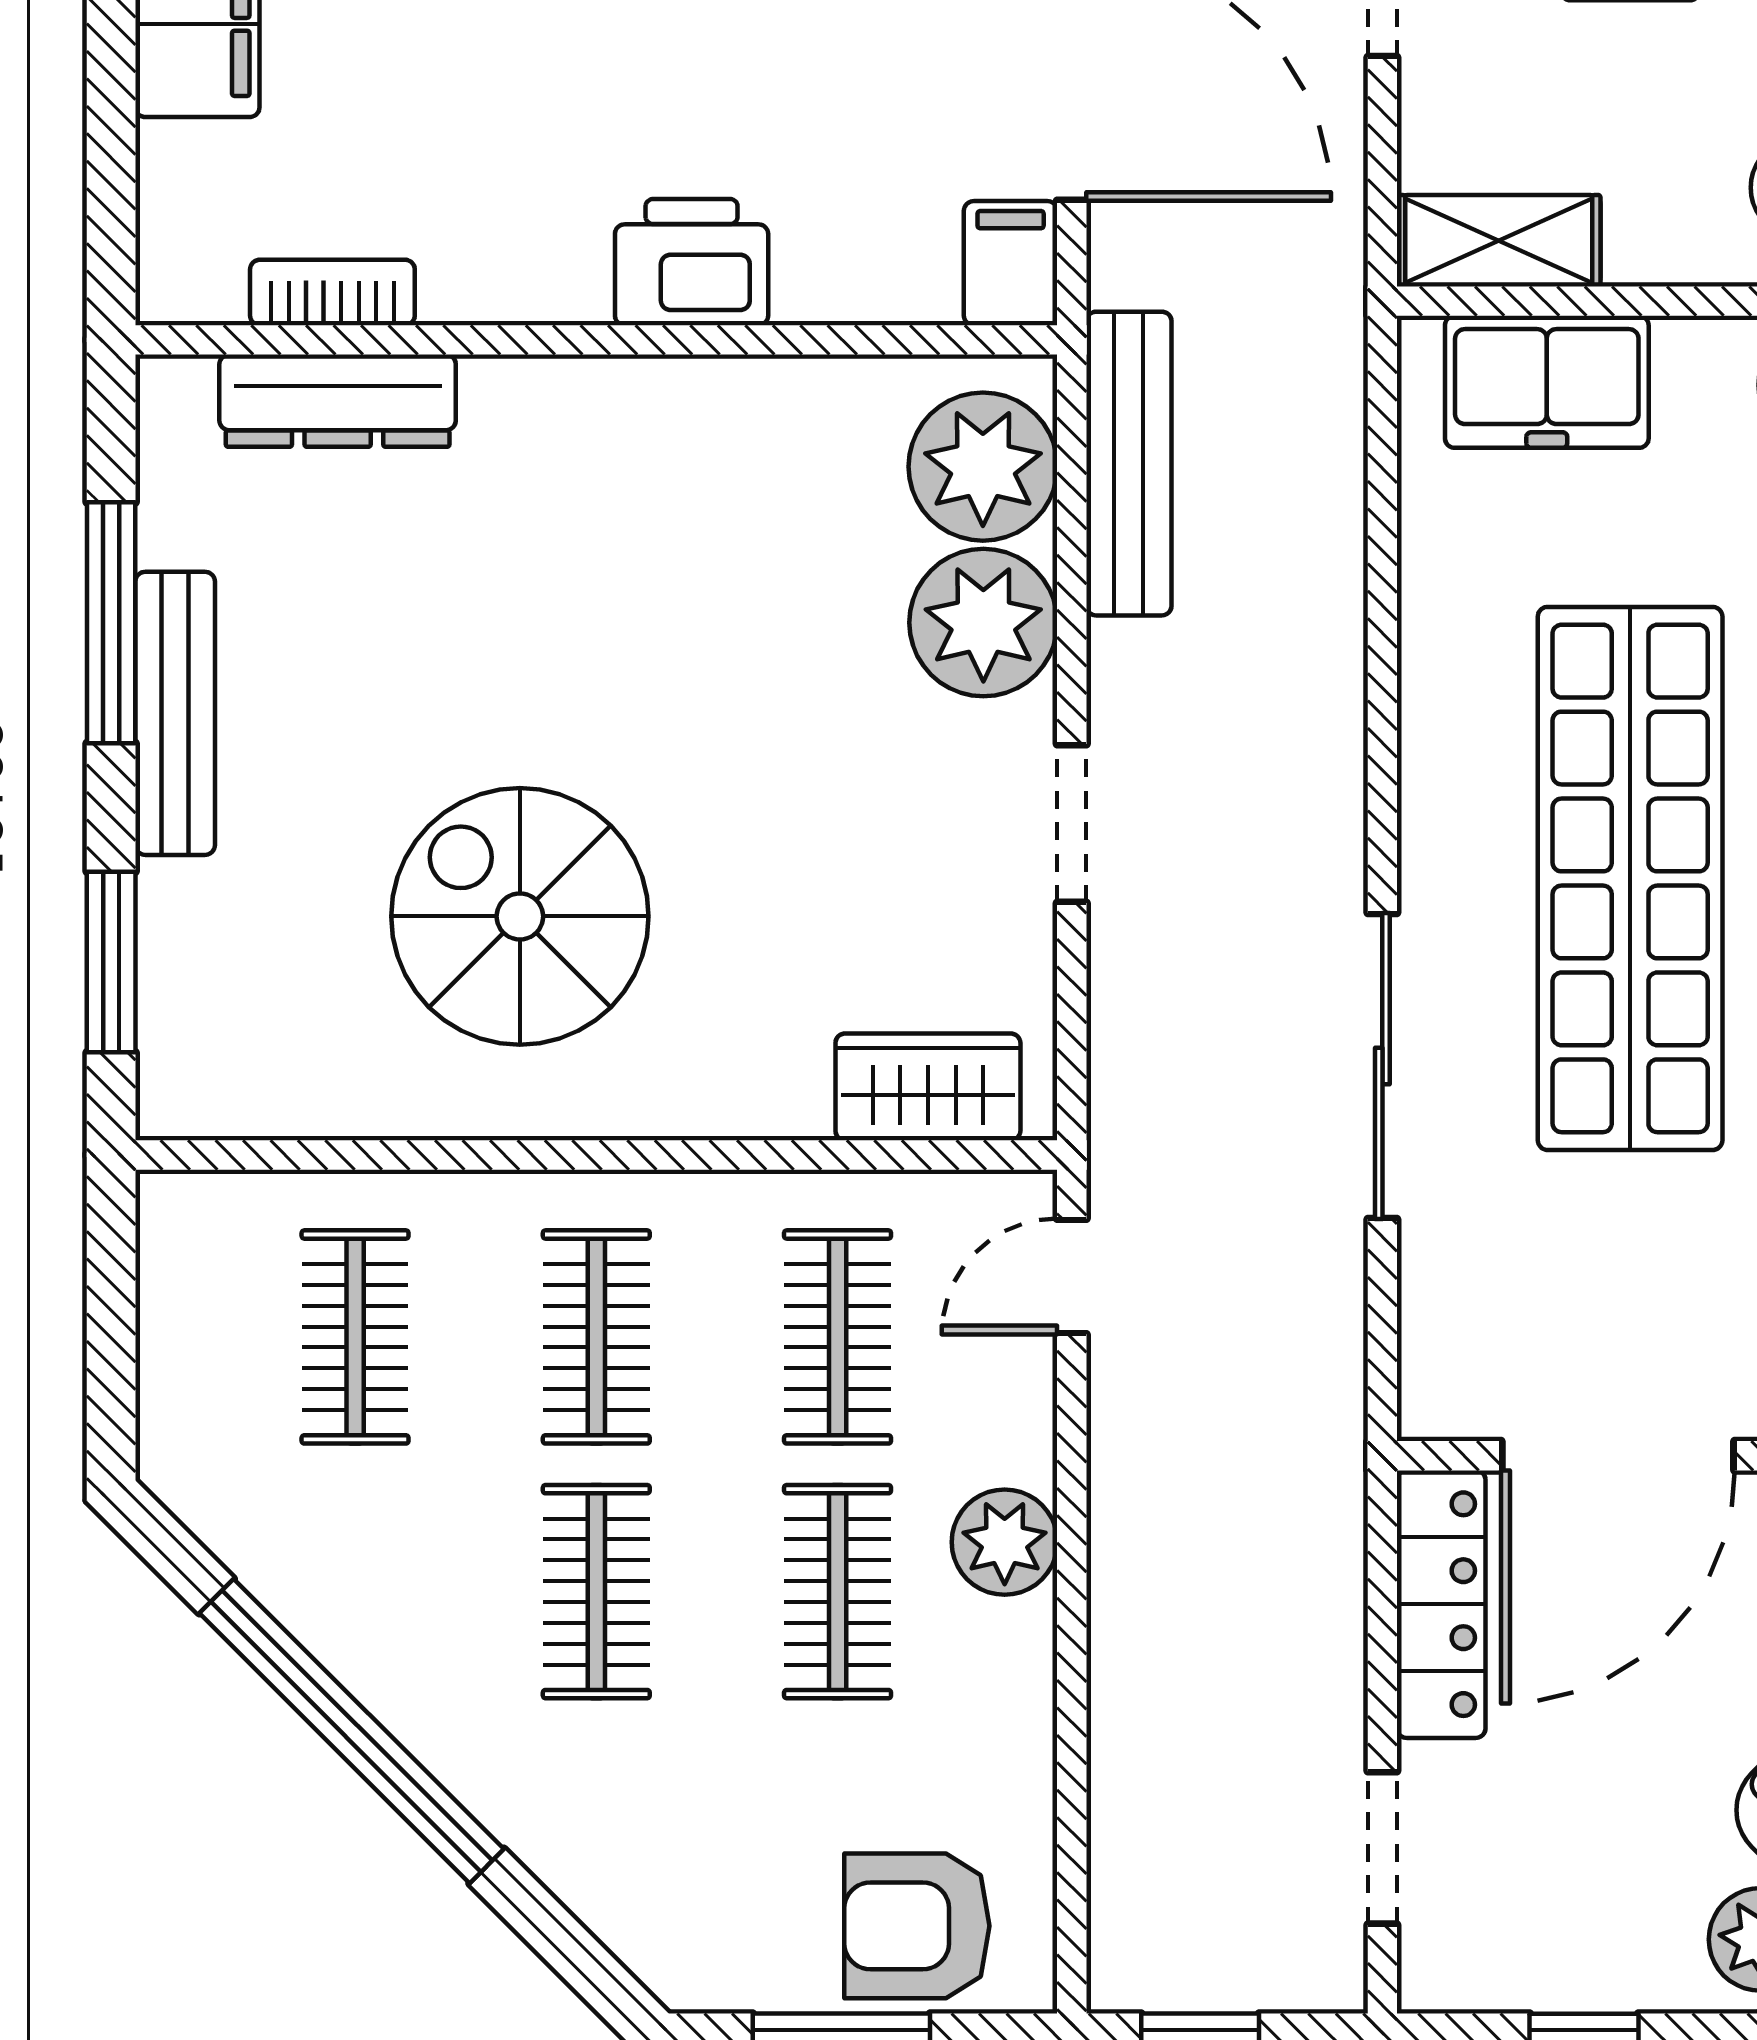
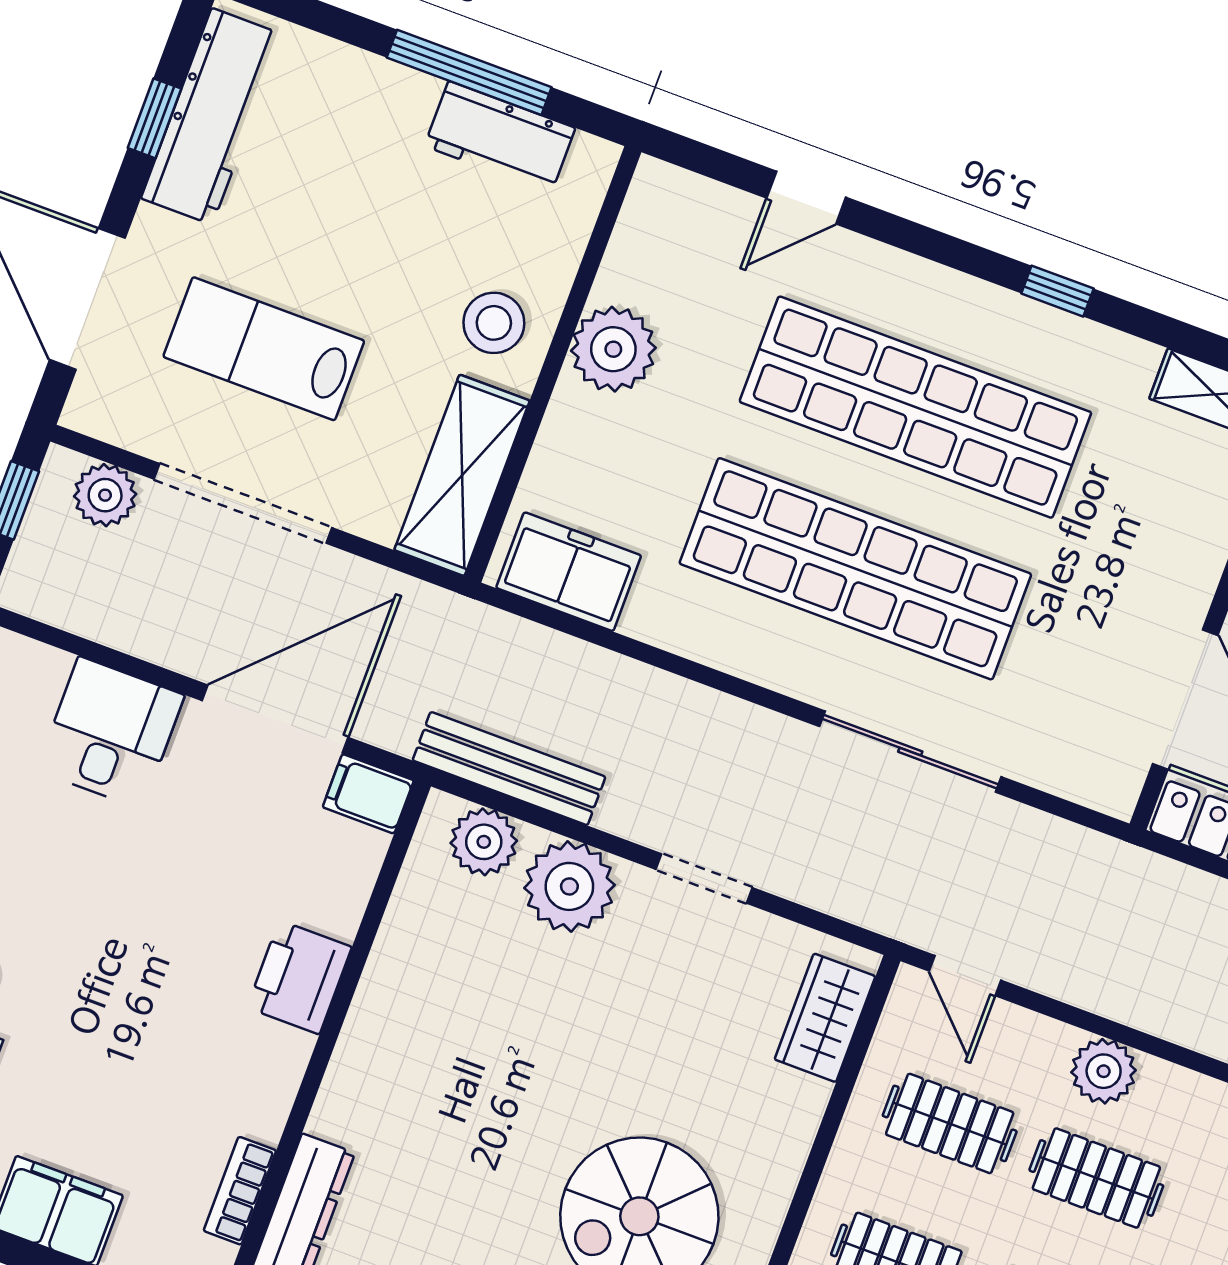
shelving: (1499, 241) -> (462, 475), width x1.50, depth x1.33
freezer: (1547, 382) -> (569, 572), moved, turned -90
plant: (983, 467) -> (484, 842), width x0.73, depth x0.73

